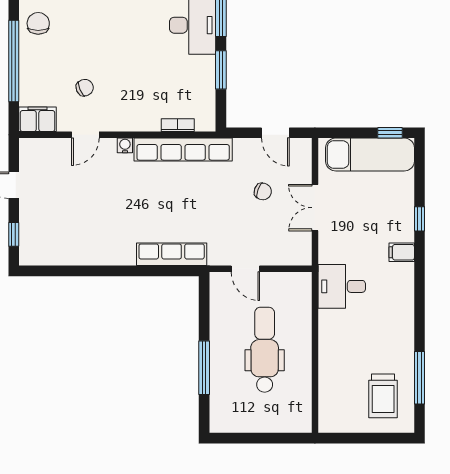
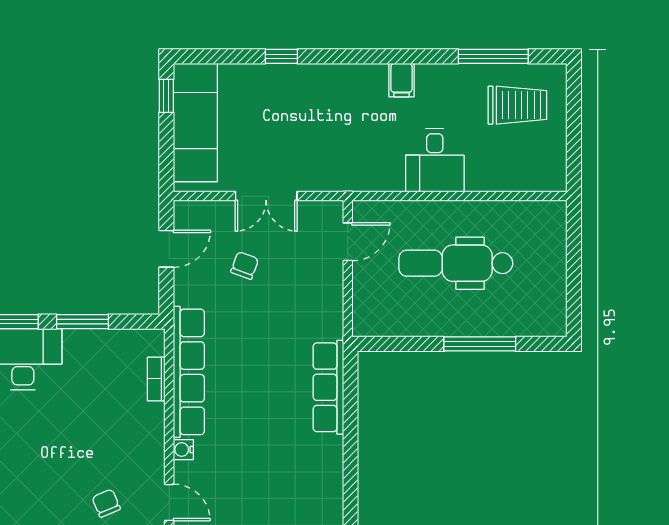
filing cabinet: (402, 252) -> (402, 80), moved
door: (245, 269) -> (348, 242), moved
desk: (342, 286) -> (435, 160), moved

